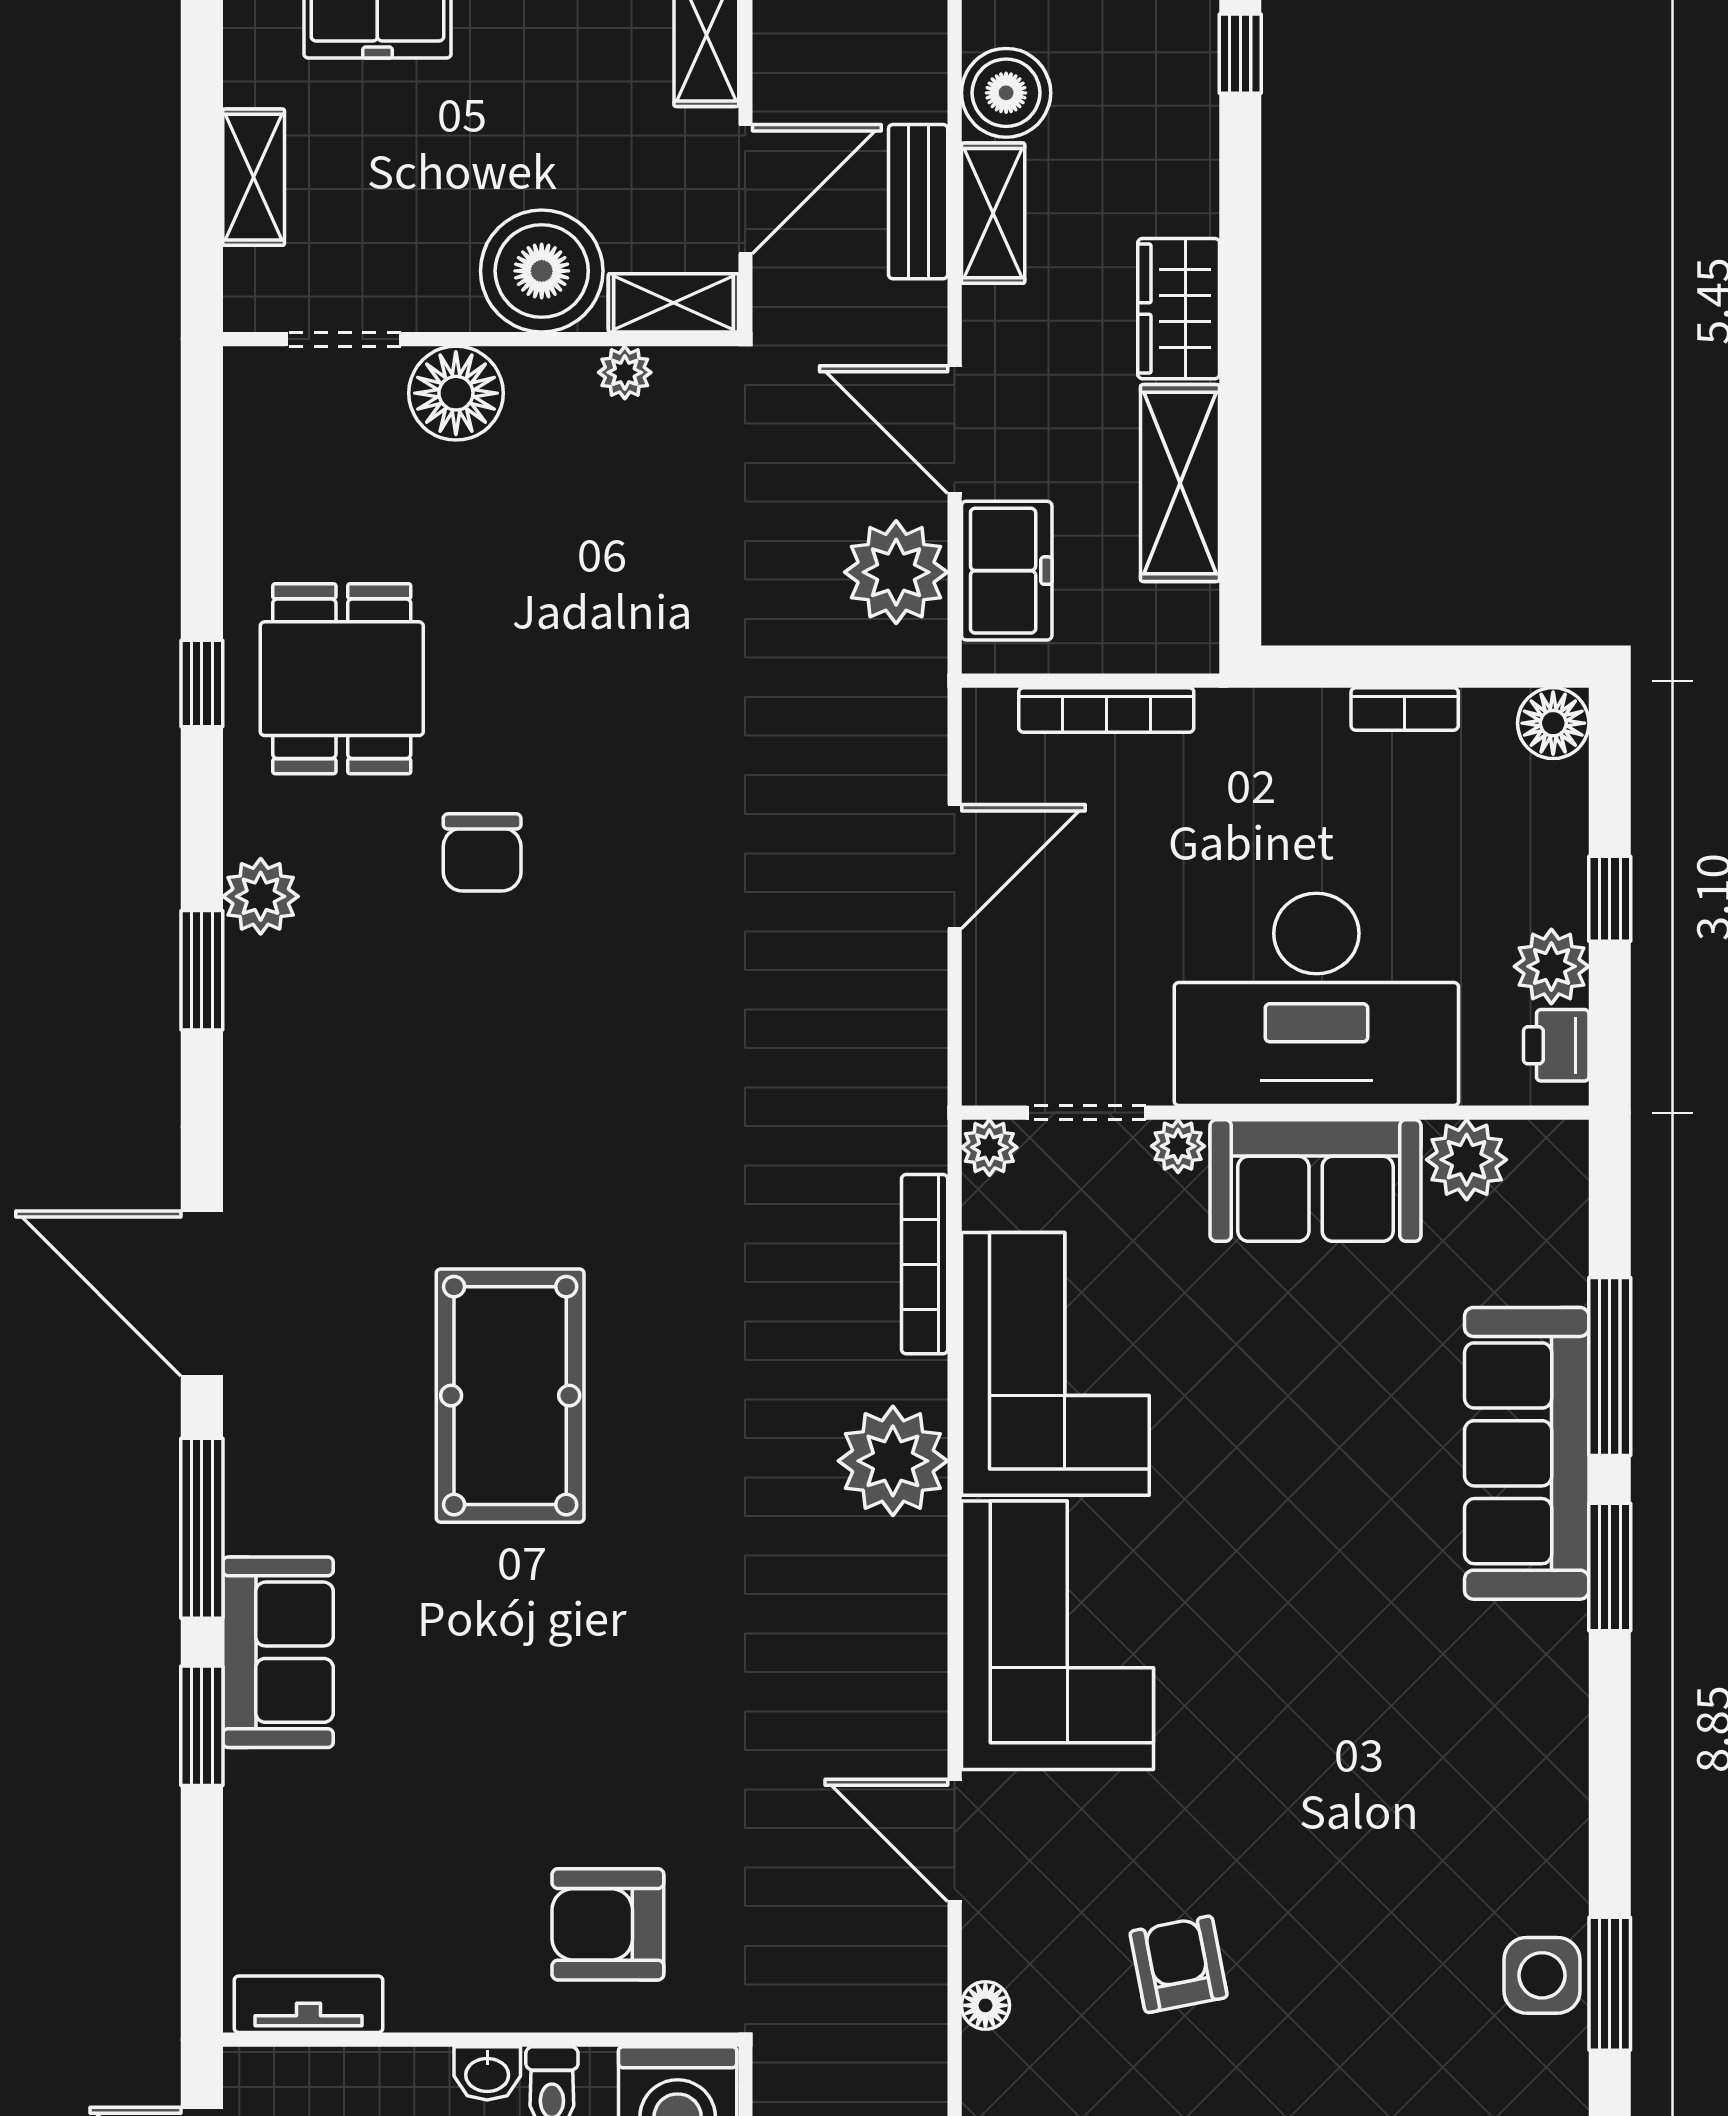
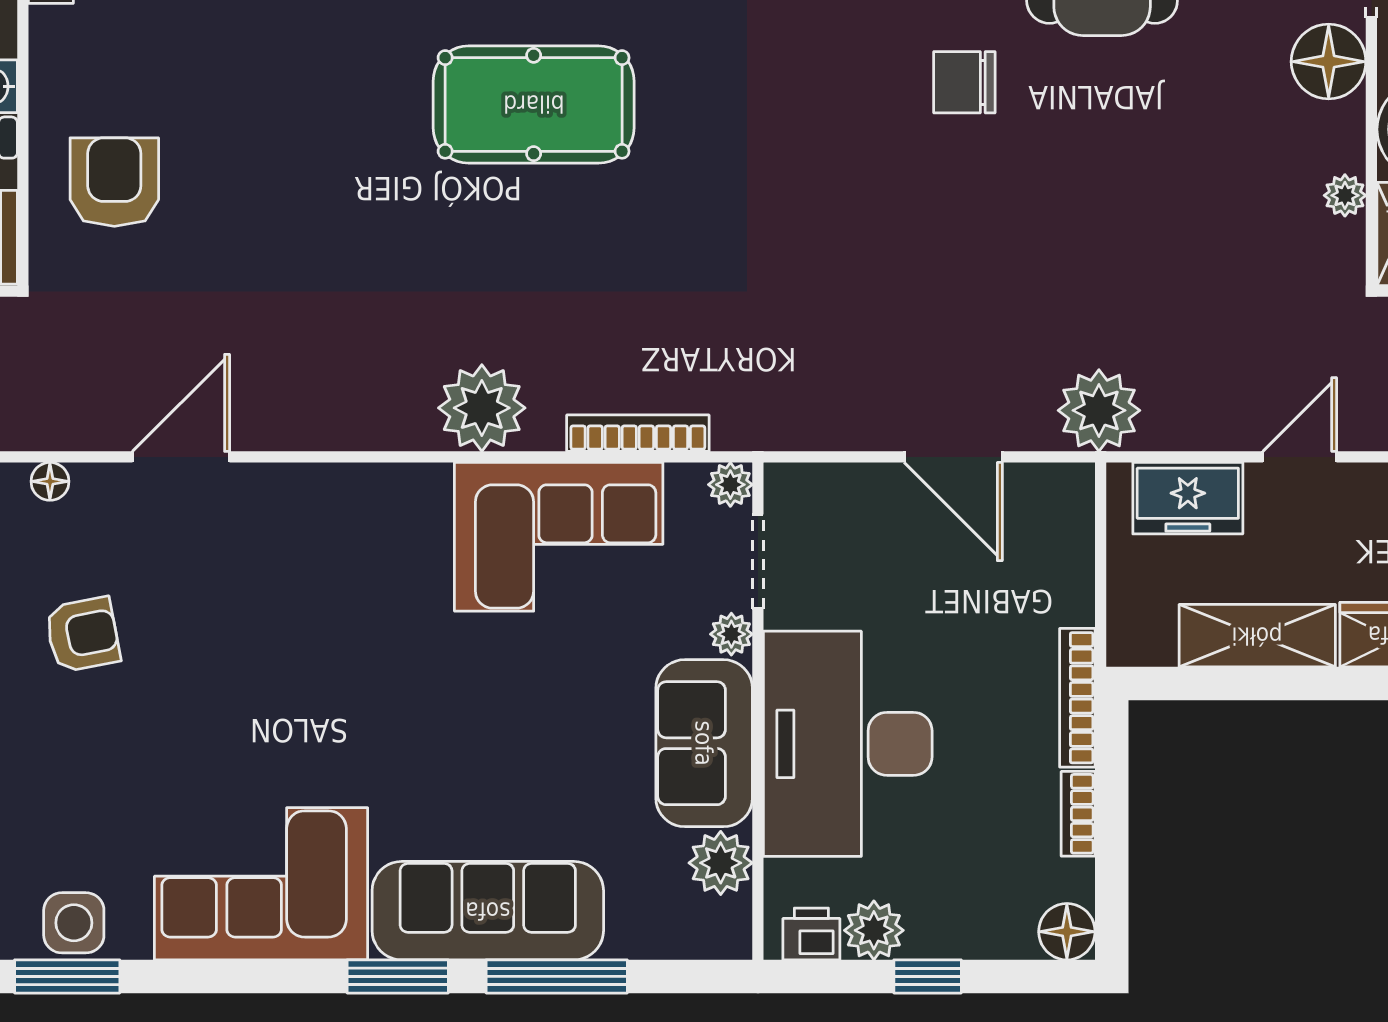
door: (955, 430) -> (1300, 457), width x0.73
plant: (896, 572) -> (1099, 410), moved
bookcase: (1106, 710) -> (1077, 698), moved
corner sofa: (1057, 1635) -> (261, 884), moved, turned 180

